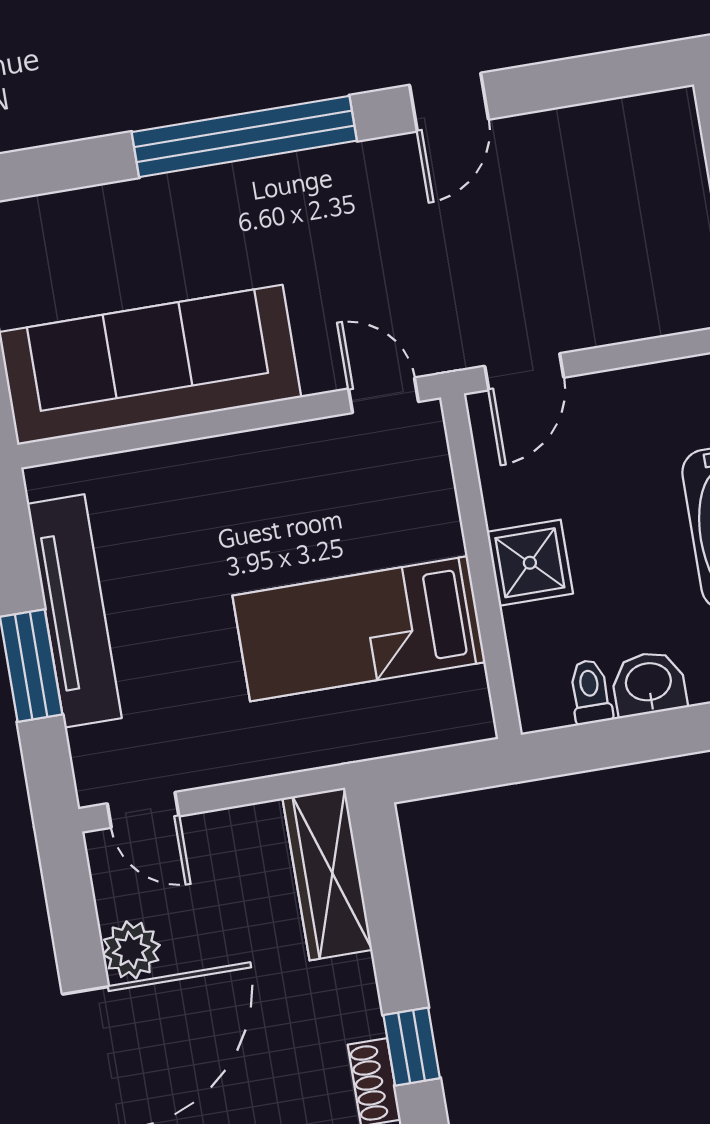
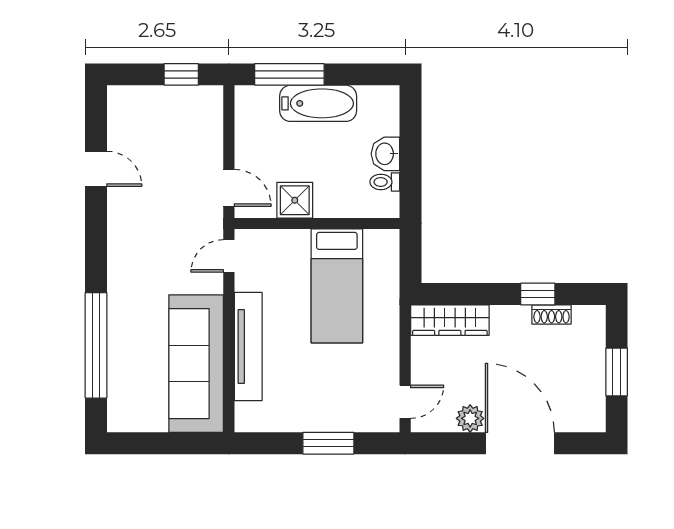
door: (449, 102) -> (96, 169), moved
window: (244, 136) -> (96, 345), moved
shower: (530, 563) -> (295, 200), moved
tv unit: (74, 611) -> (248, 347), moved, turned 90

